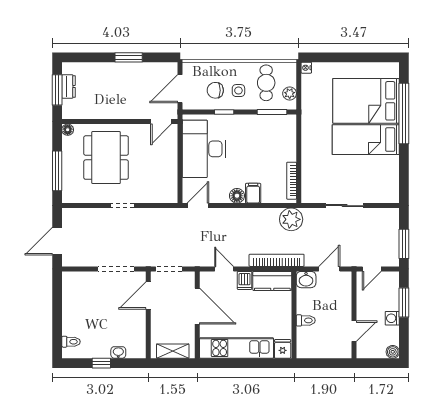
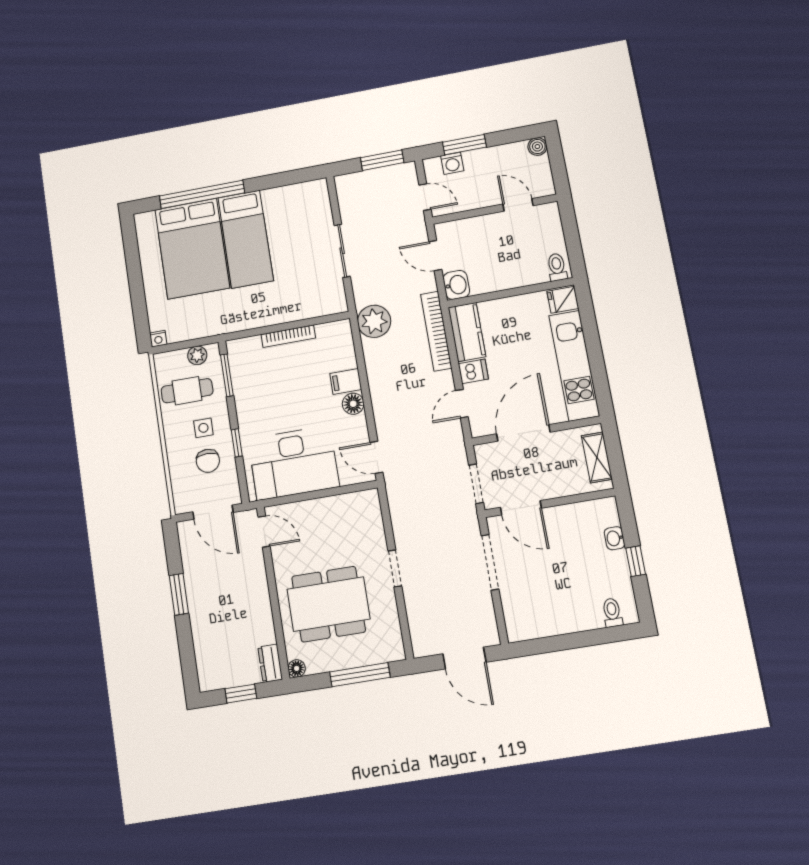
dresser: (69, 86) -> (270, 663), moved, turned -90
window: (57, 90) -> (241, 694), width x0.67
bookcase: (292, 181) -> (288, 336), moved
washing machine: (392, 318) -> (452, 163), moved
toilet: (306, 320) -> (557, 267), moved

